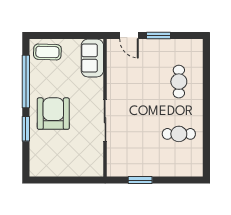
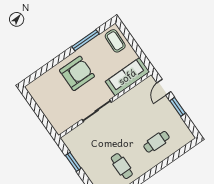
sofa: (92, 58) -> (127, 77), width x1.36
window: (26, 81) -> (86, 40), width x0.68
window: (26, 129) -> (54, 62), removed

